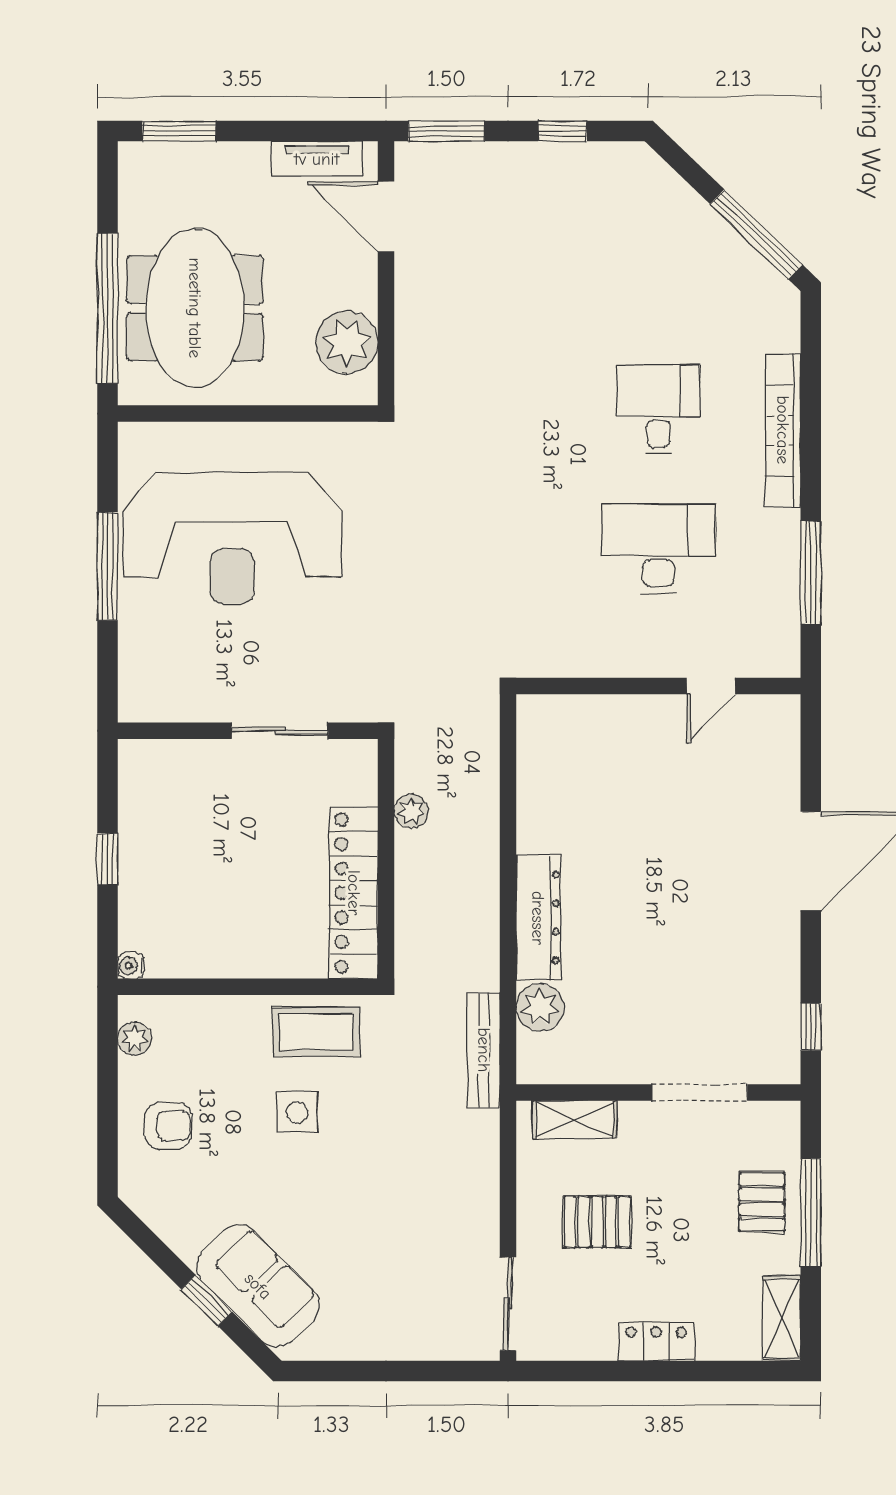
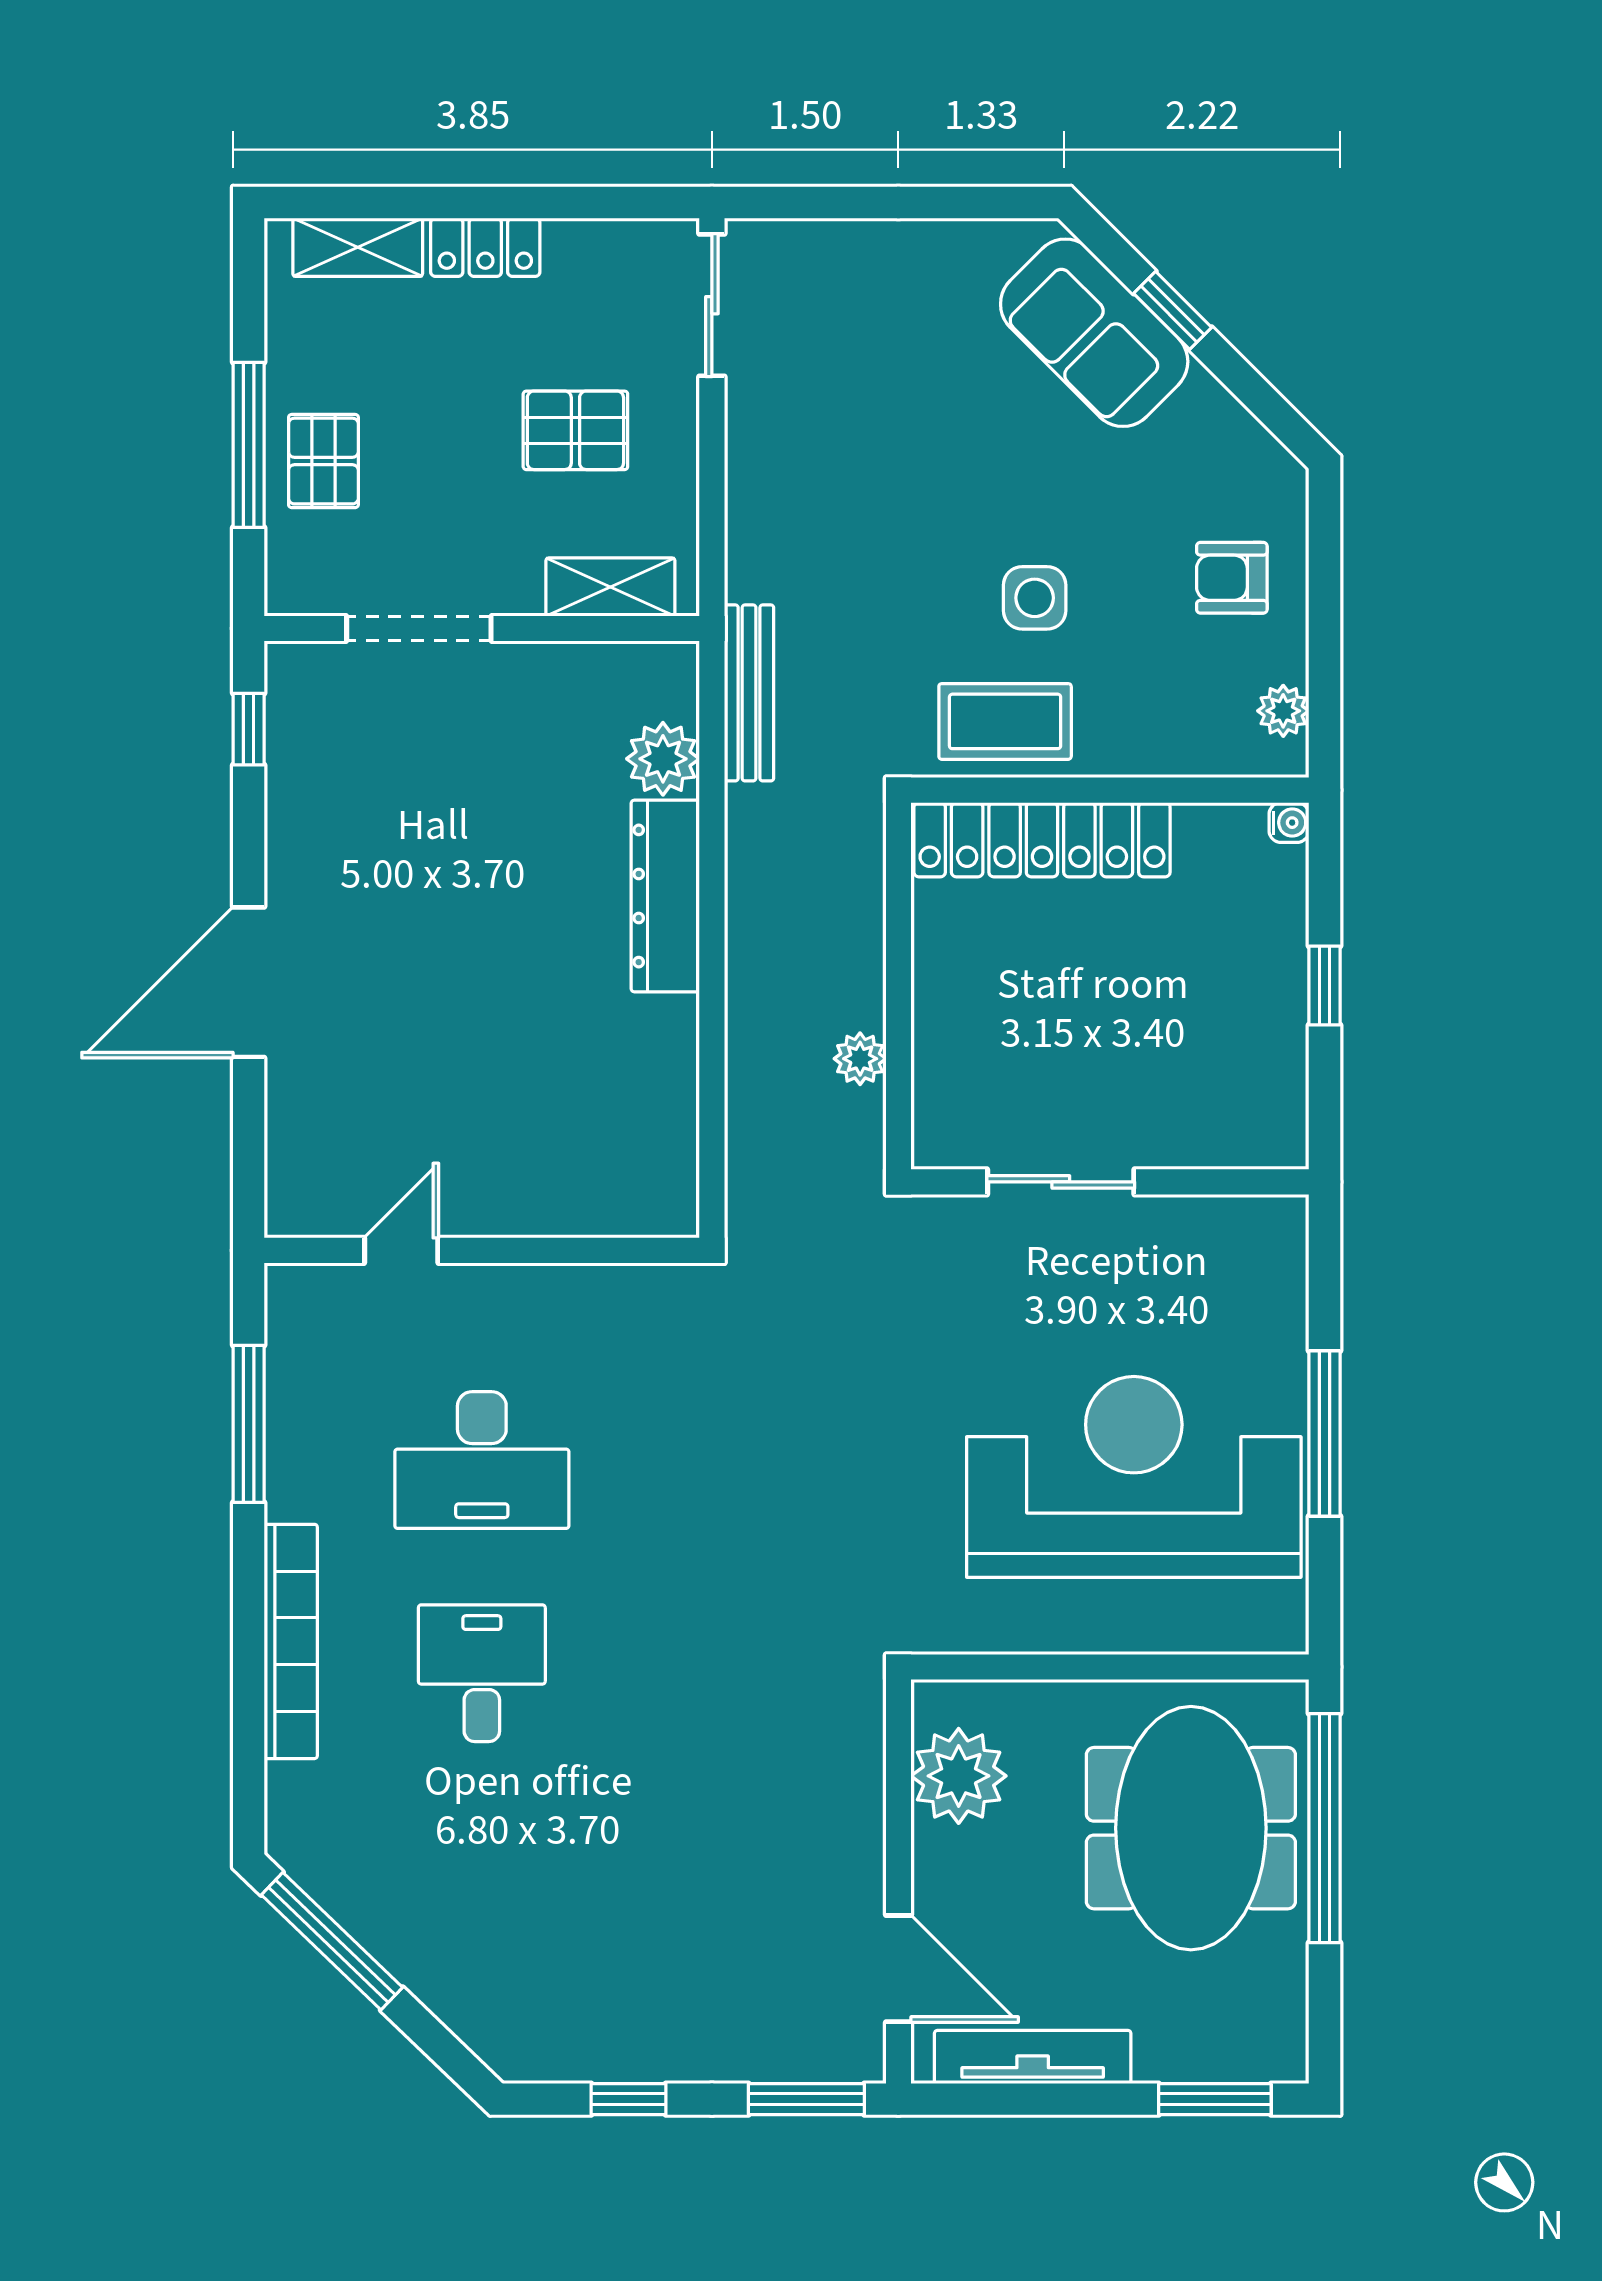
tv unit: (317, 159) -> (1033, 2057), width x1.41
desk: (658, 410) -> (482, 1673), turned 180
locker: (354, 893) -> (1042, 840), moved, turned 90
shelving: (782, 1318) -> (358, 247), moved, turned 90

